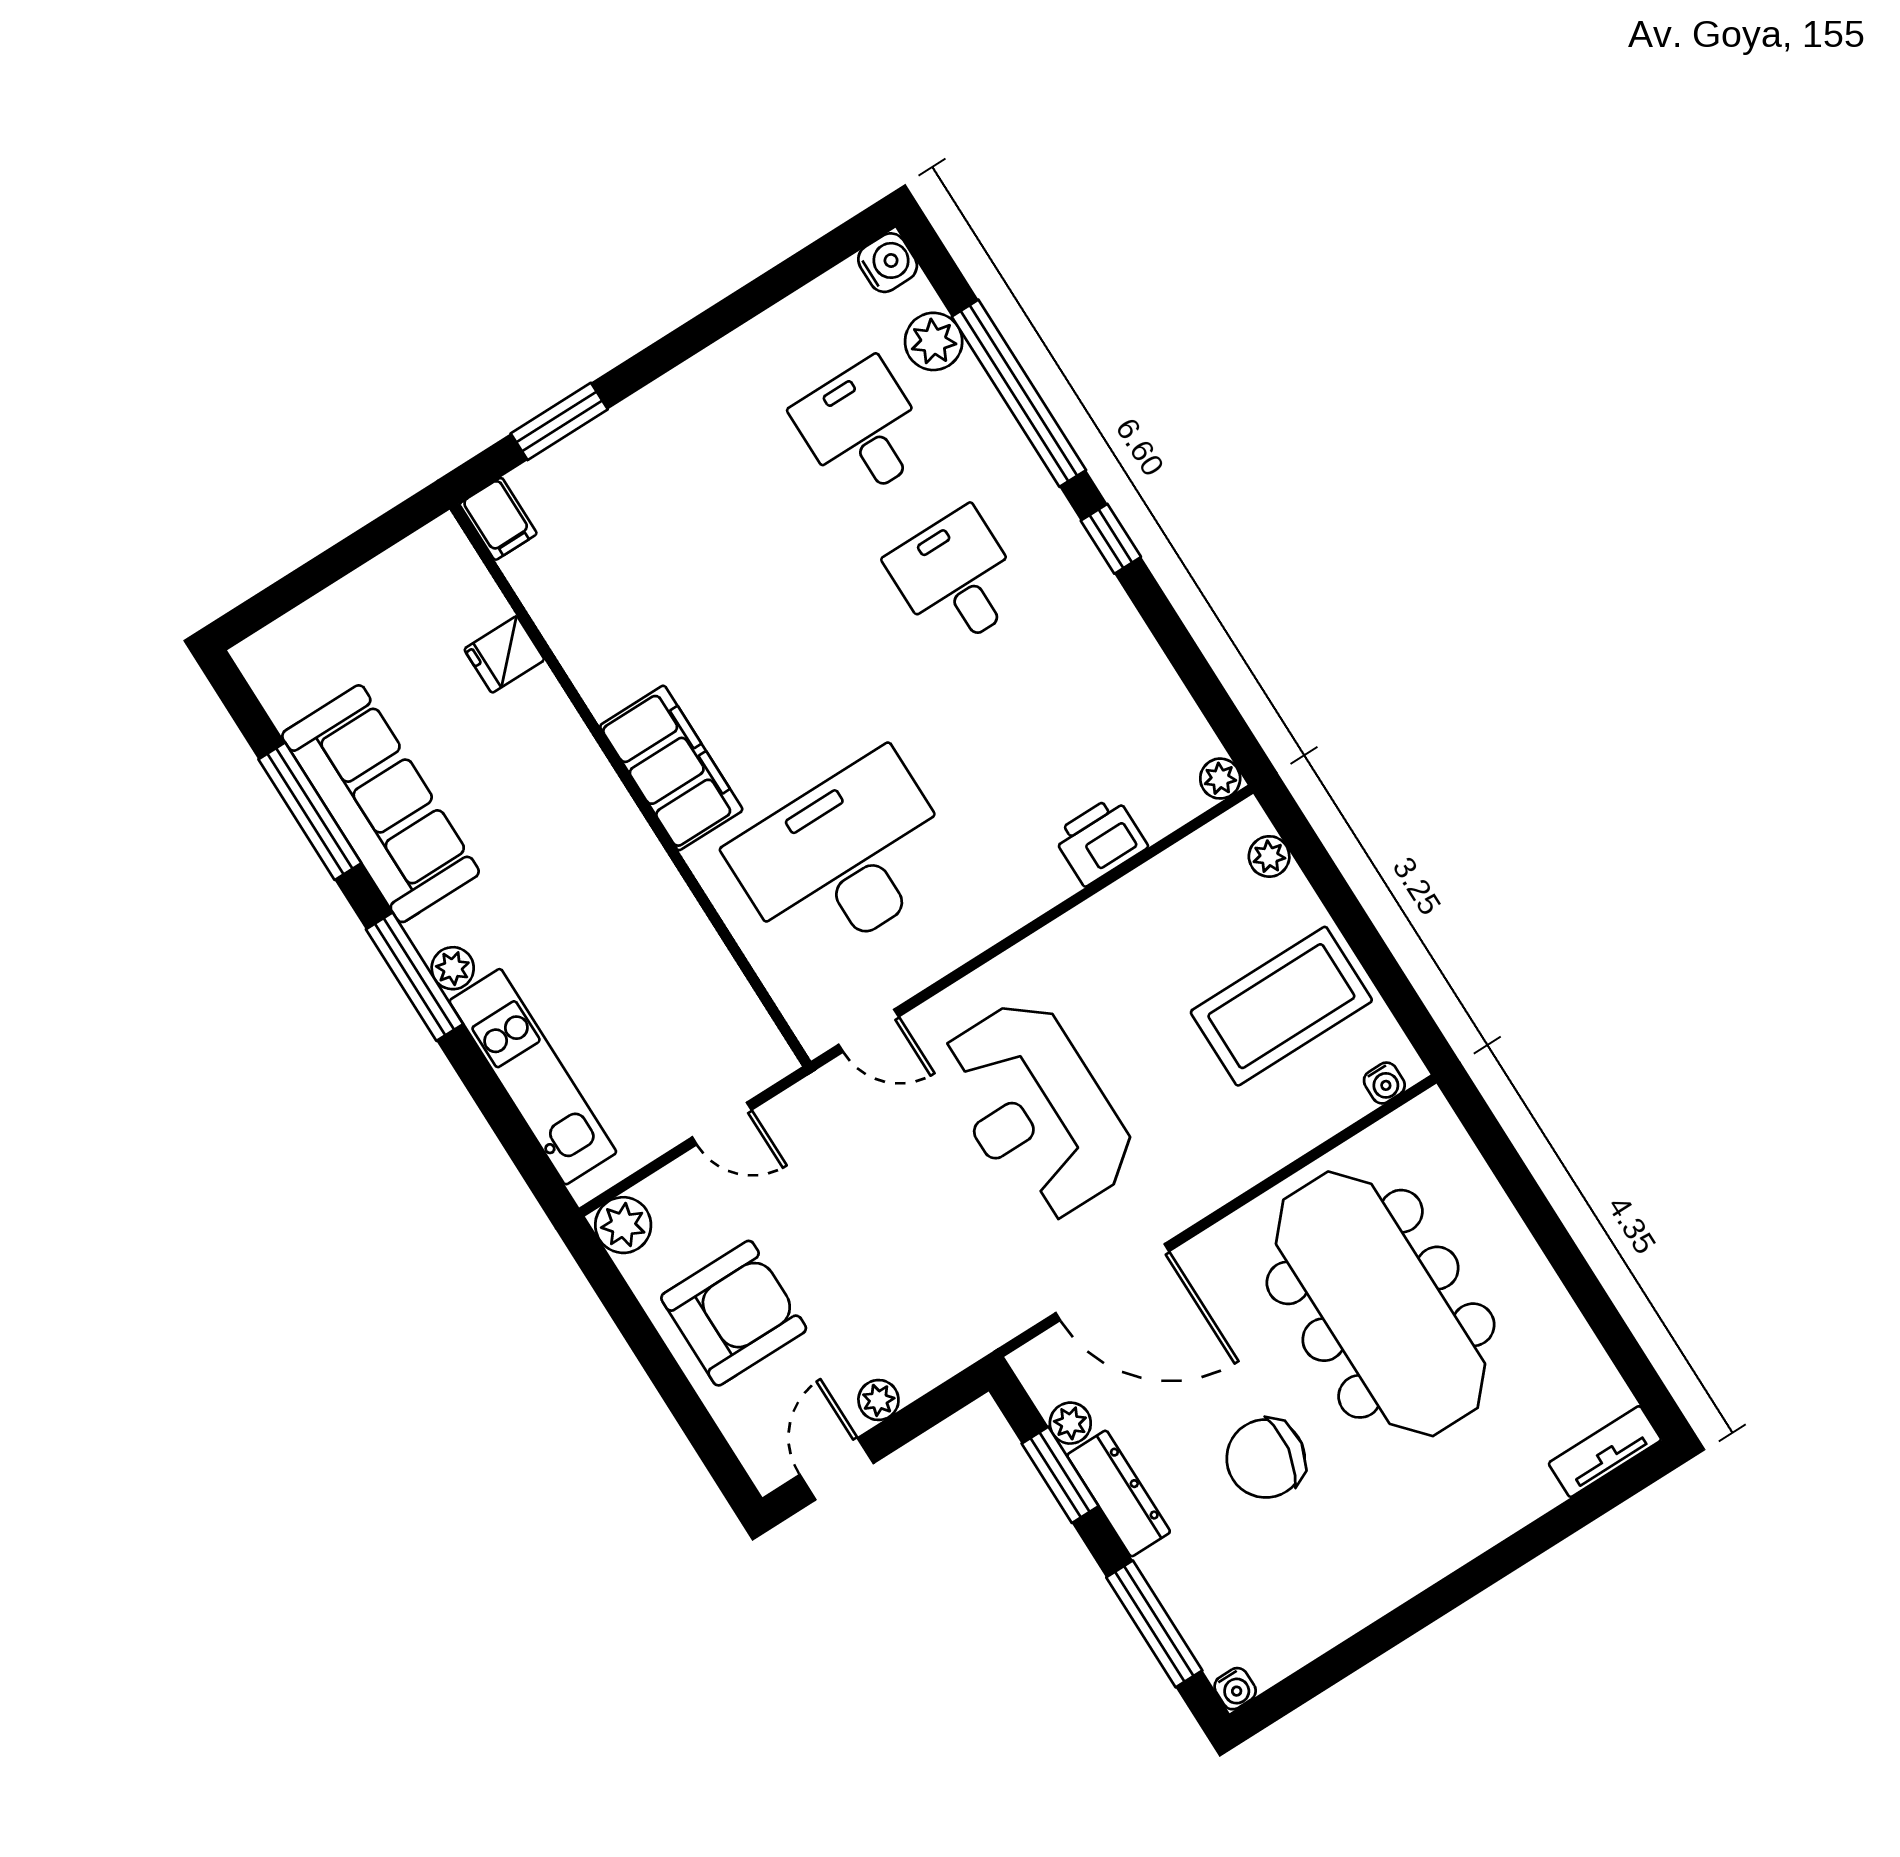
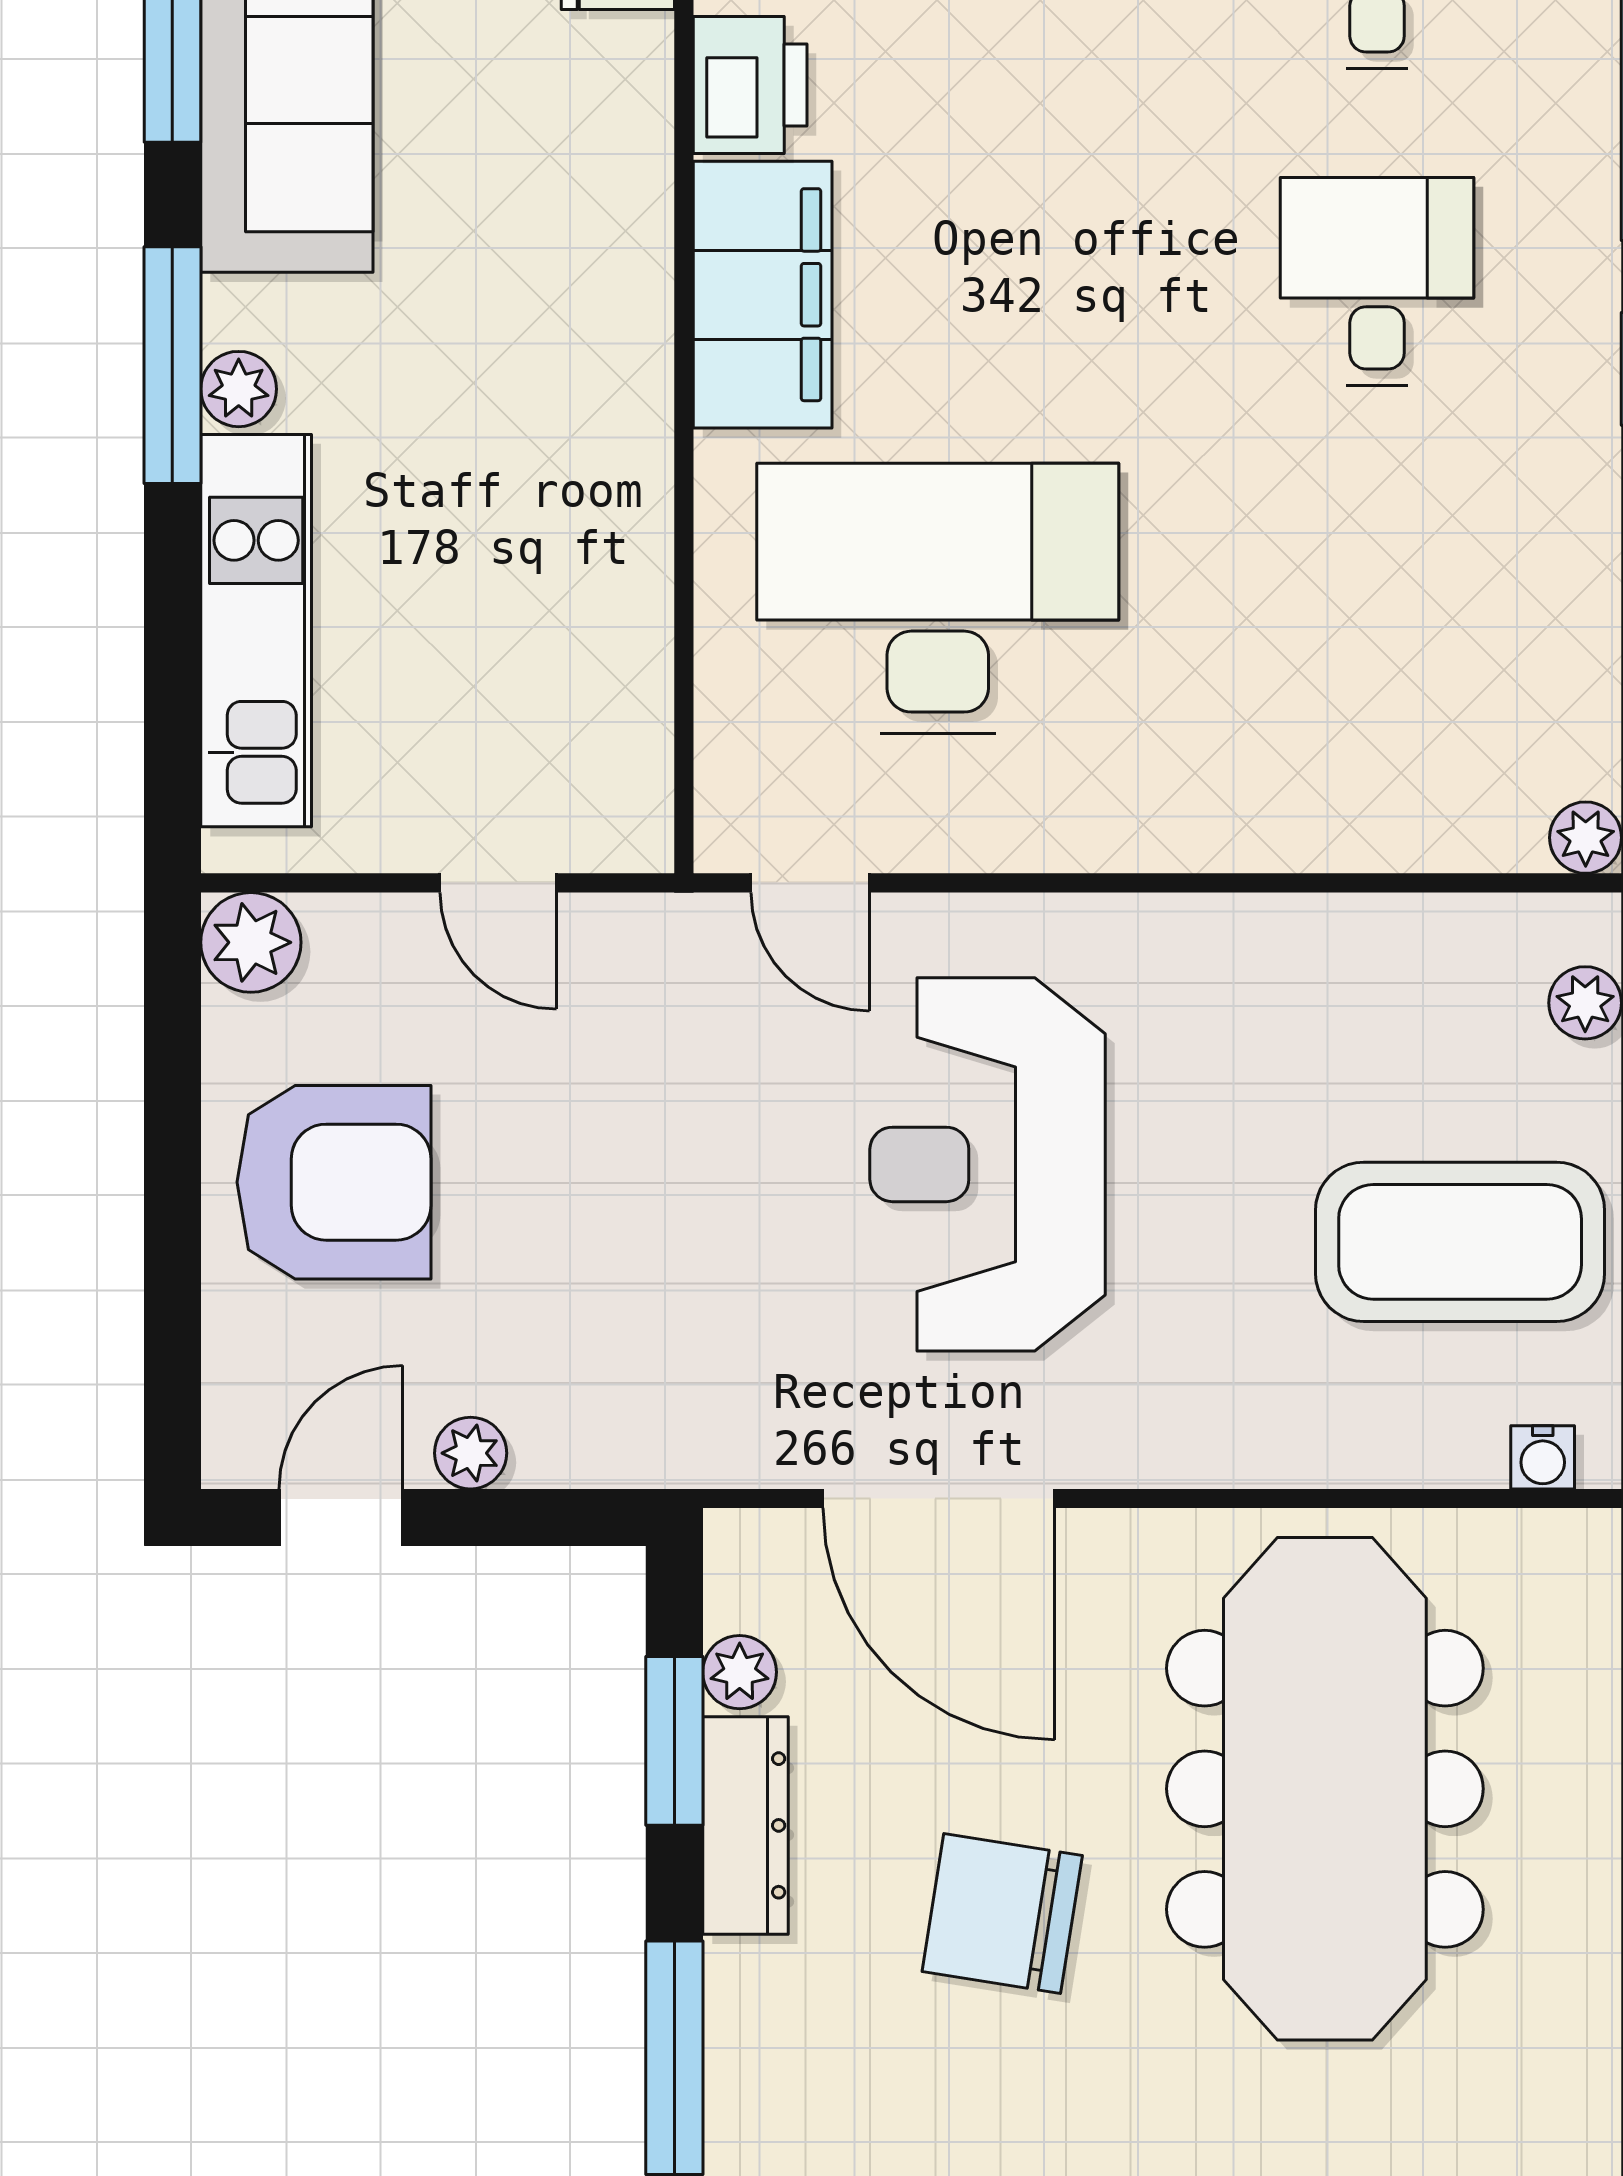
printer: (1100, 841) -> (750, 85), moved, turned 90

